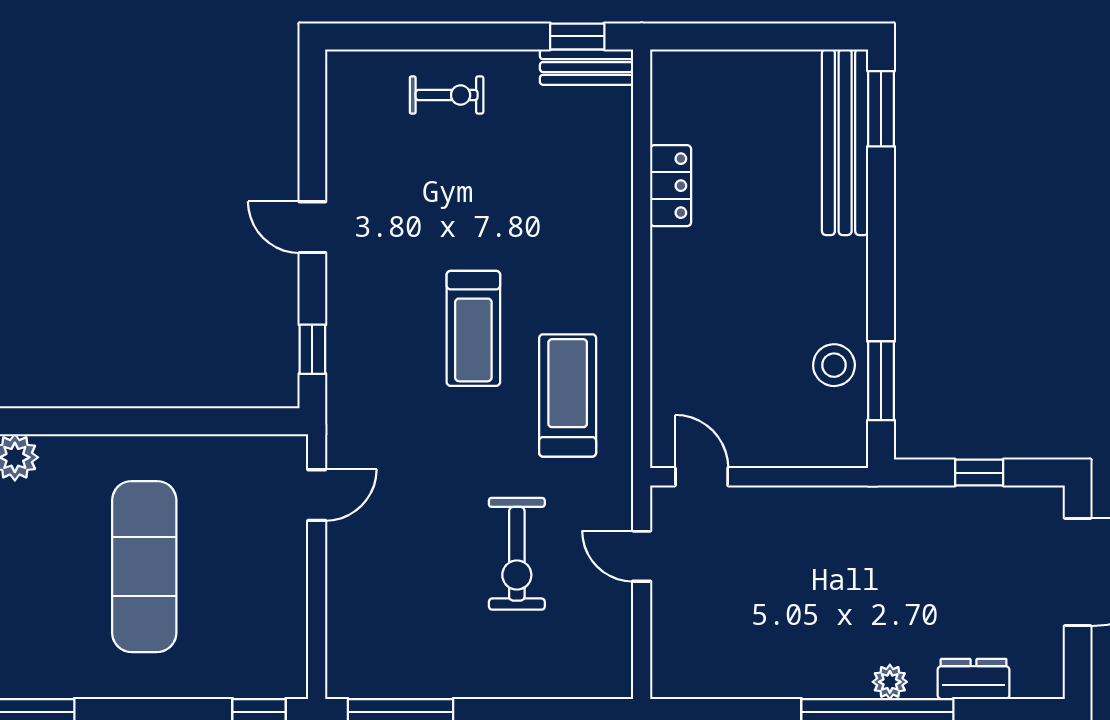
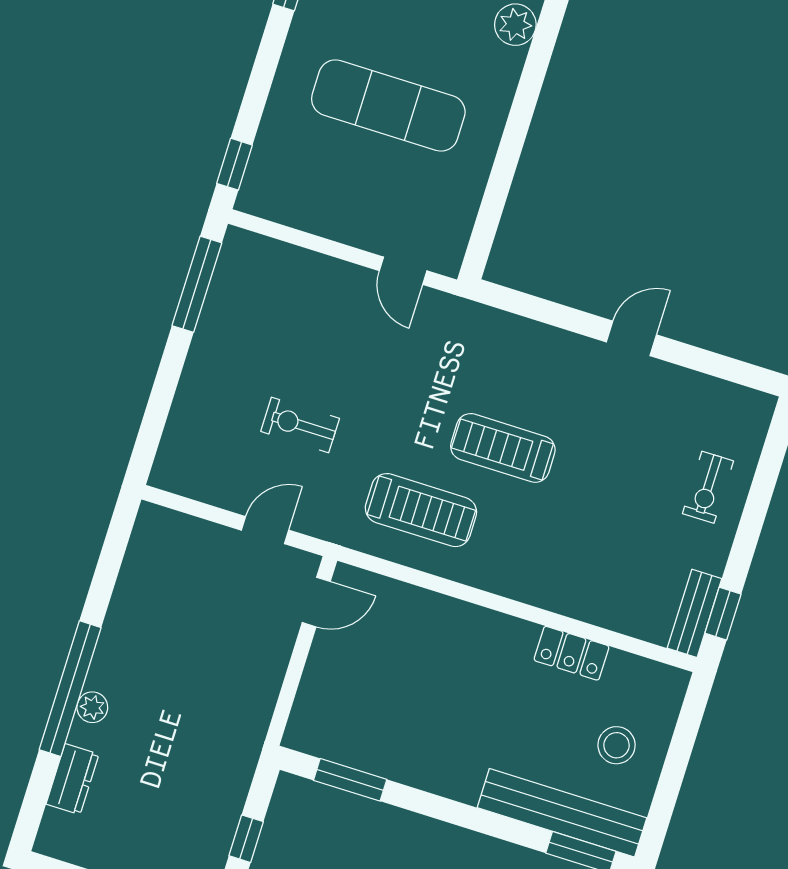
window: (312, 349) -> (528, 306), removed
stool: (834, 365) -> (617, 745), moved
exercise bike: (517, 554) -> (300, 425), width x0.73, depth x0.72

